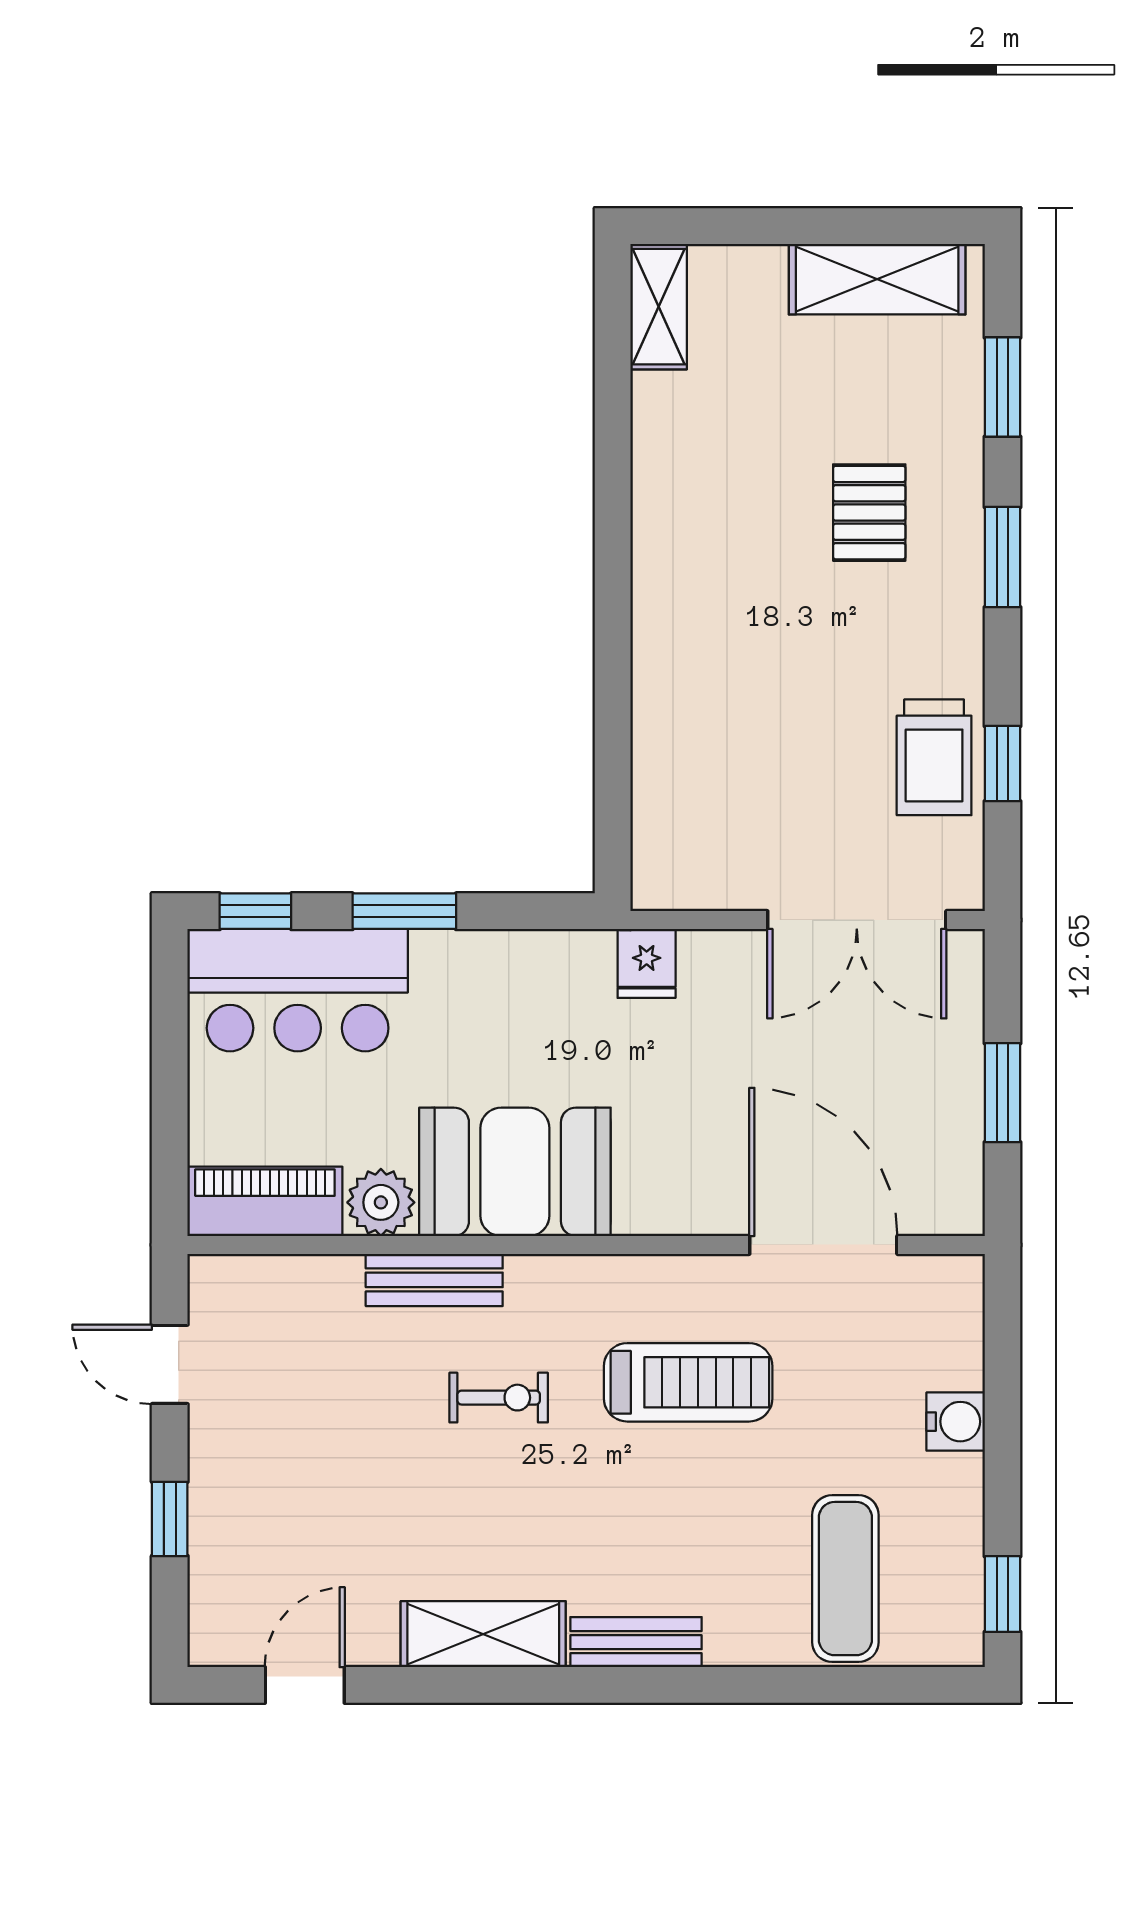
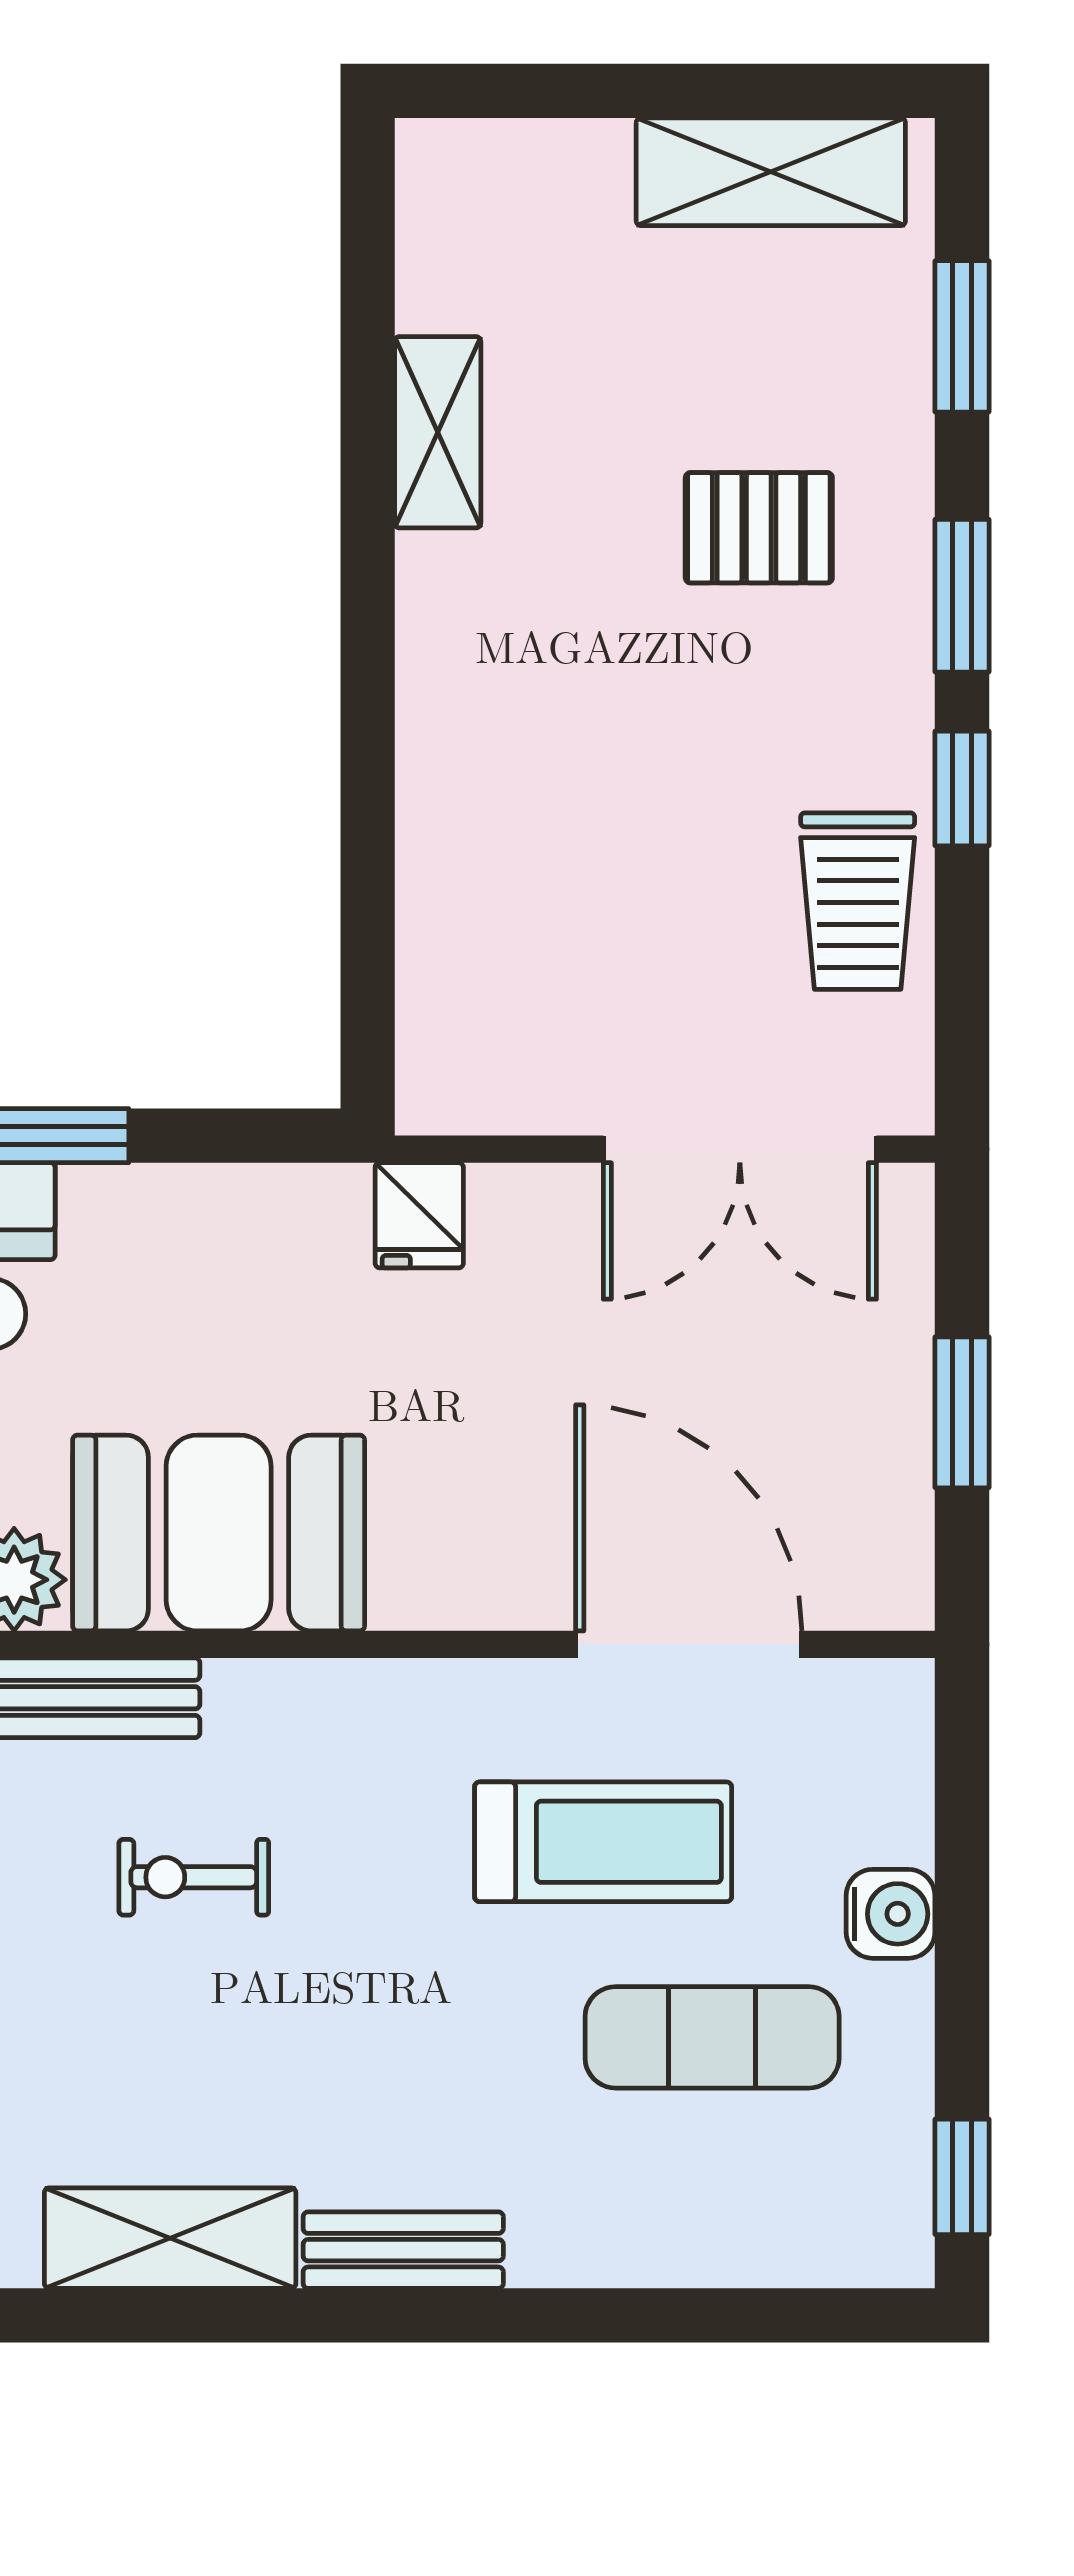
shelving: (659, 307) -> (438, 432), moved
pallet: (869, 513) -> (759, 528), turned 90
window: (1002, 764) -> (962, 788), moved
treadmill: (688, 1382) -> (603, 1842), moved
exercise bike: (499, 1398) -> (194, 1877), turned 180
exercise mat: (845, 1579) -> (712, 2037), moved, turned 90

